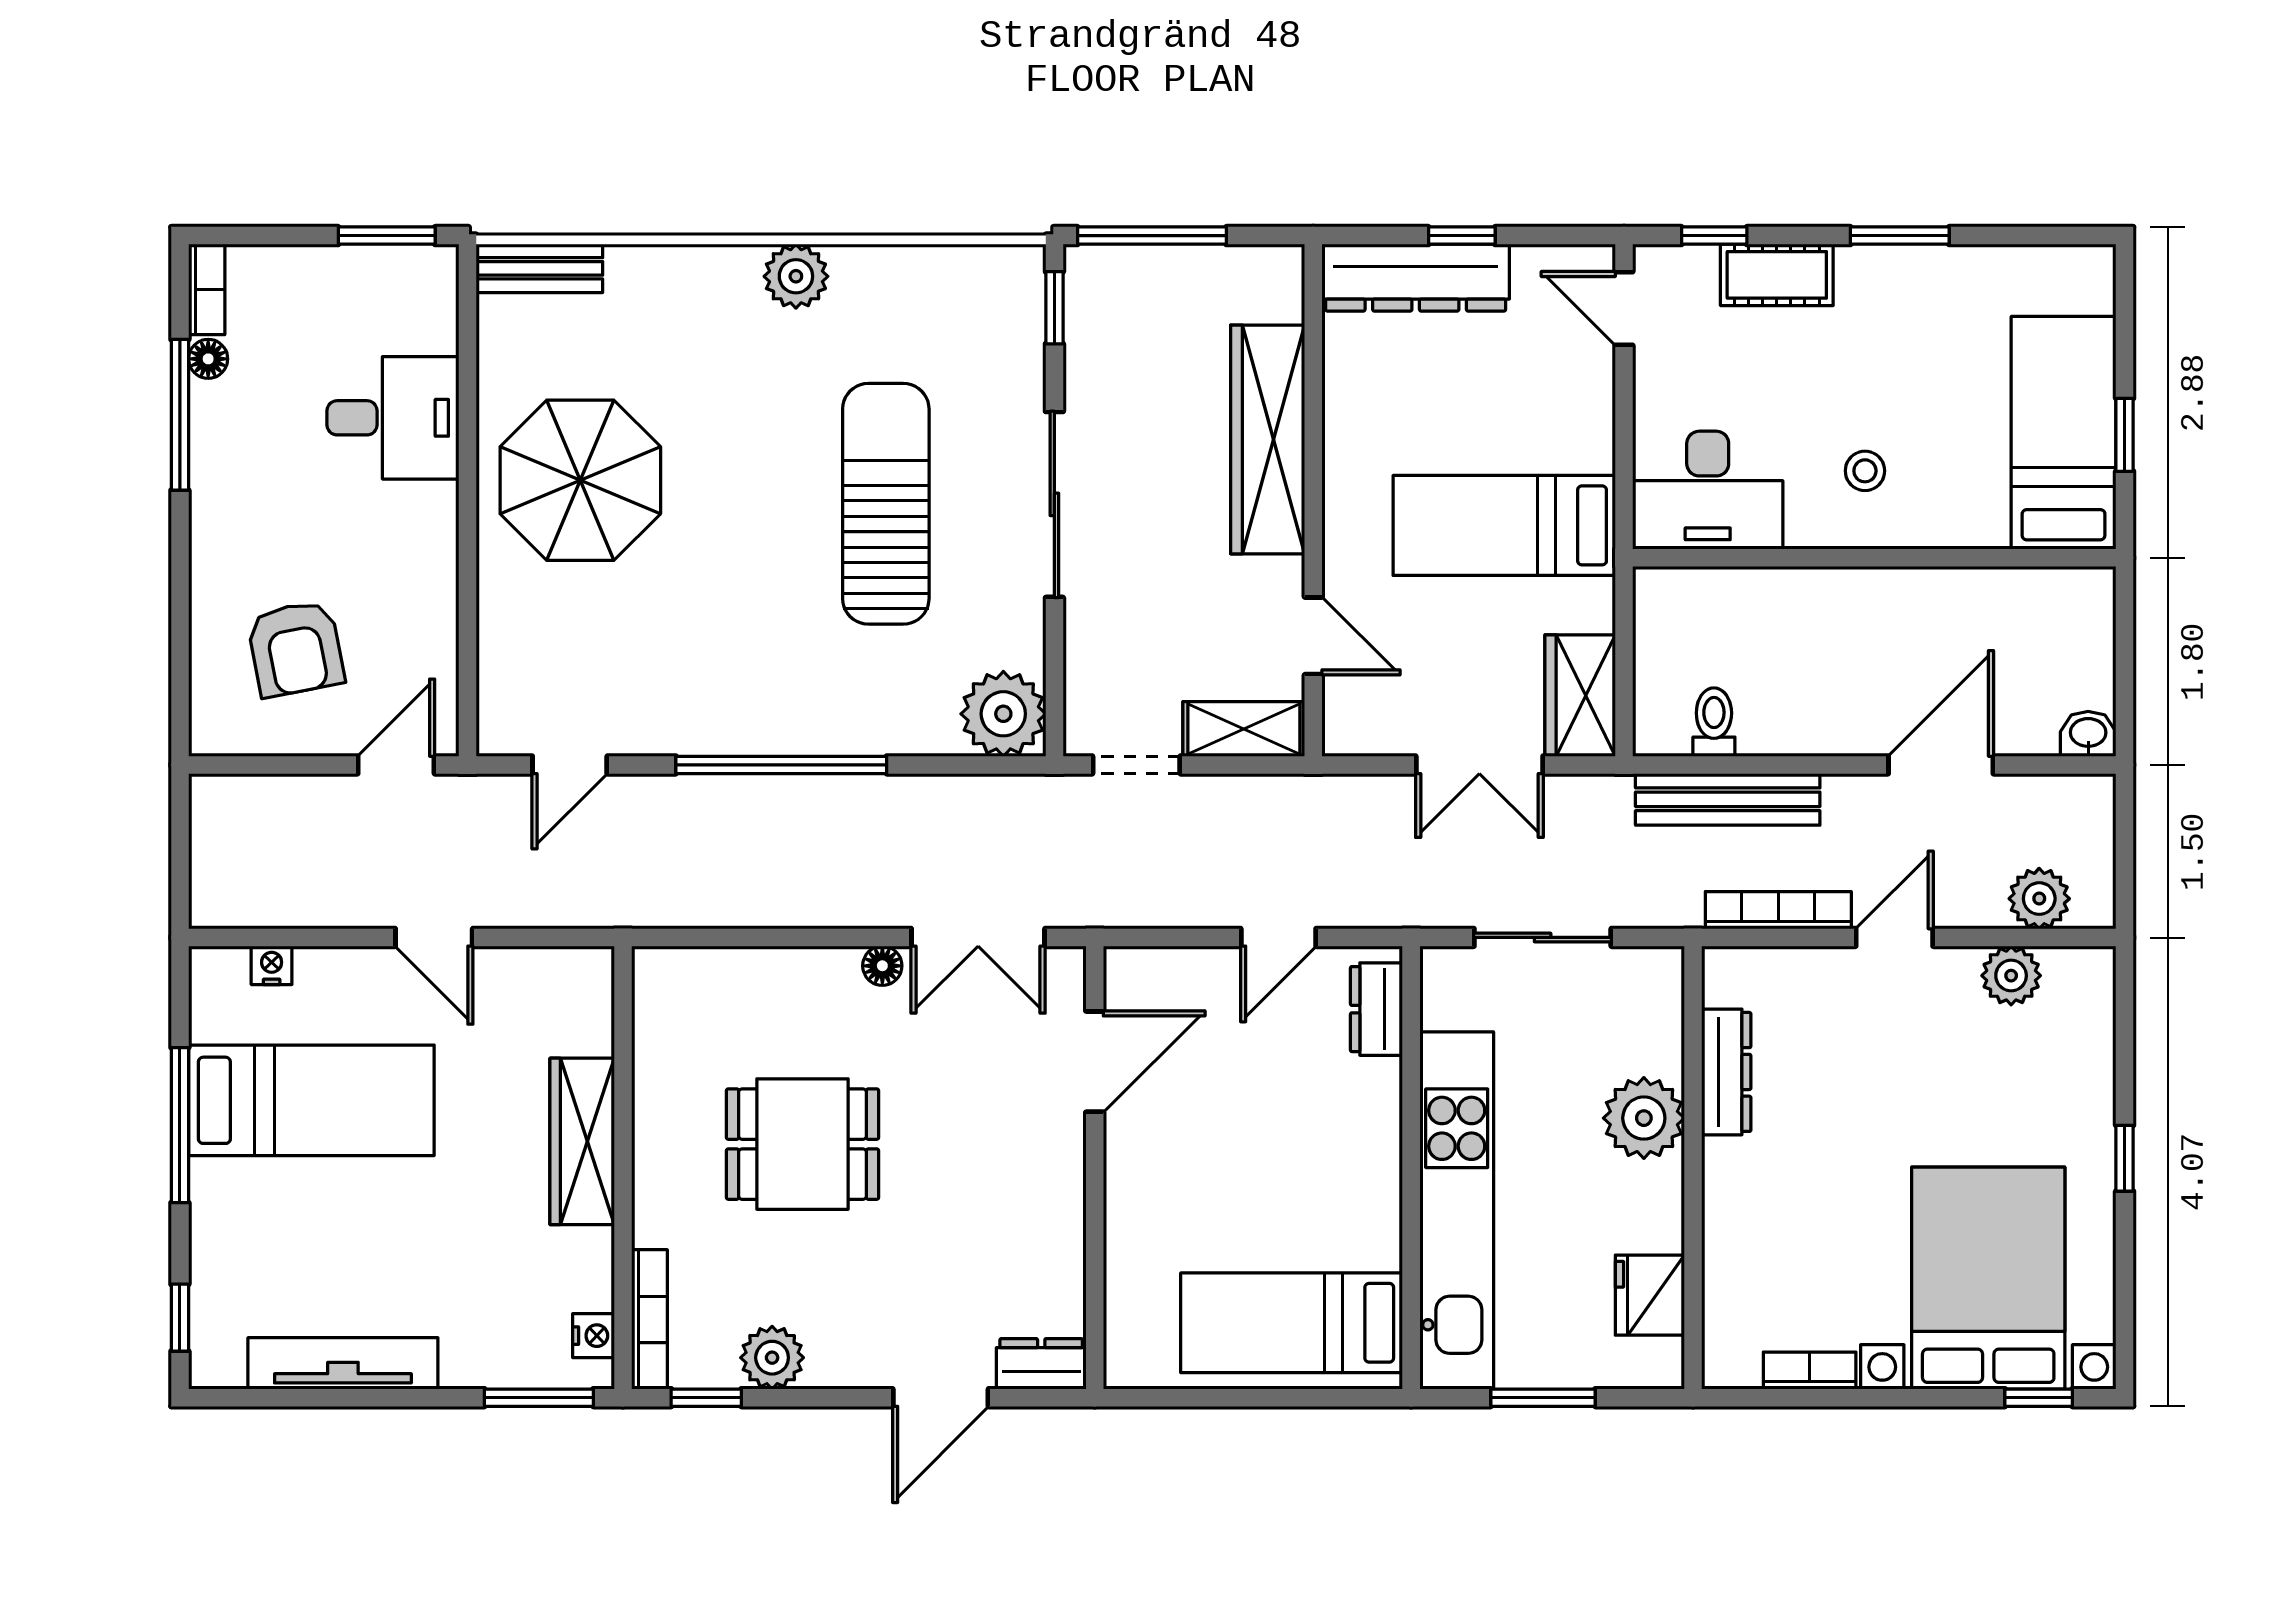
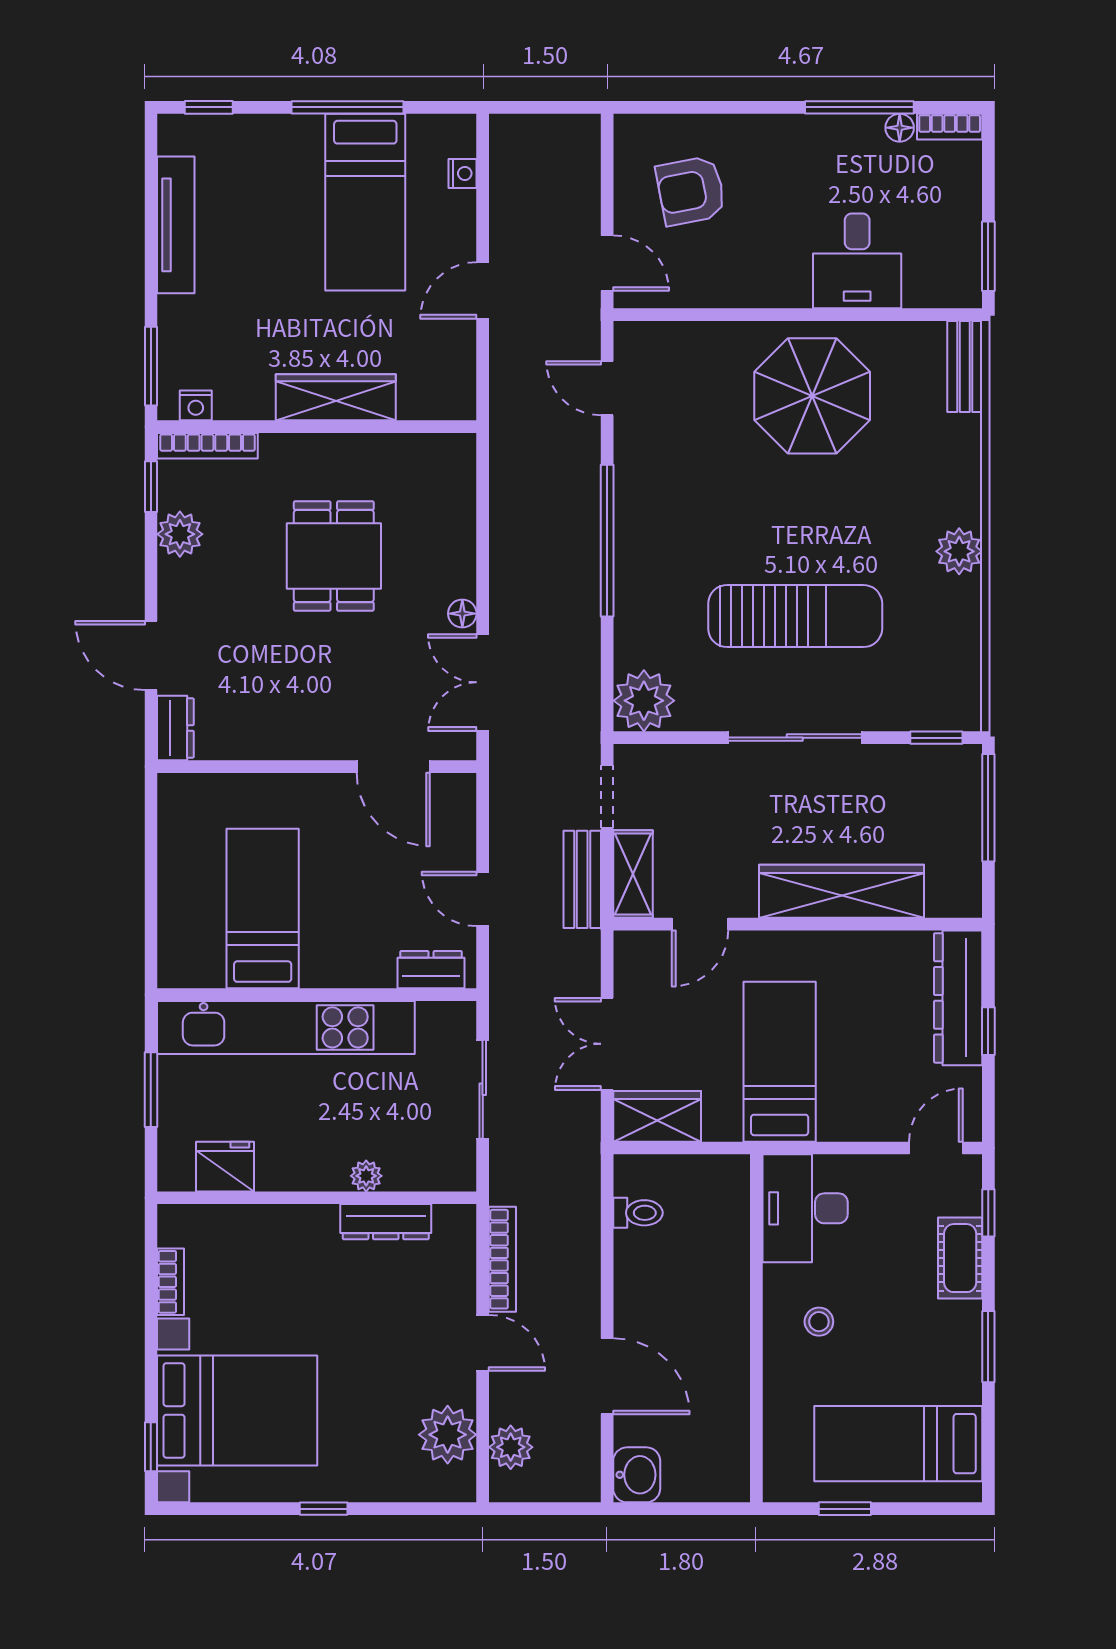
bed: (2064, 433) -> (898, 1444), moved, turned 180
washbasin: (2088, 734) -> (637, 1475), width x1.38, depth x1.45
bench: (1728, 799) -> (582, 879), moved, width x0.73
plant: (2011, 976) -> (448, 1435), width x1.36, depth x1.36
plant: (1644, 1118) -> (366, 1176), width x0.53, depth x0.53
bed: (1292, 1323) -> (263, 908), moved

